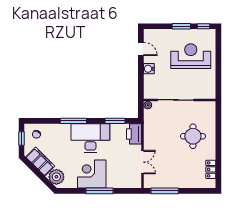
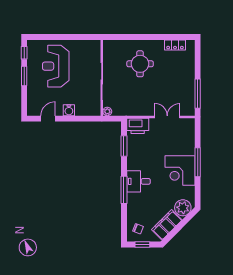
desk: (90, 138) -> (138, 181), width x0.53, depth x0.77

